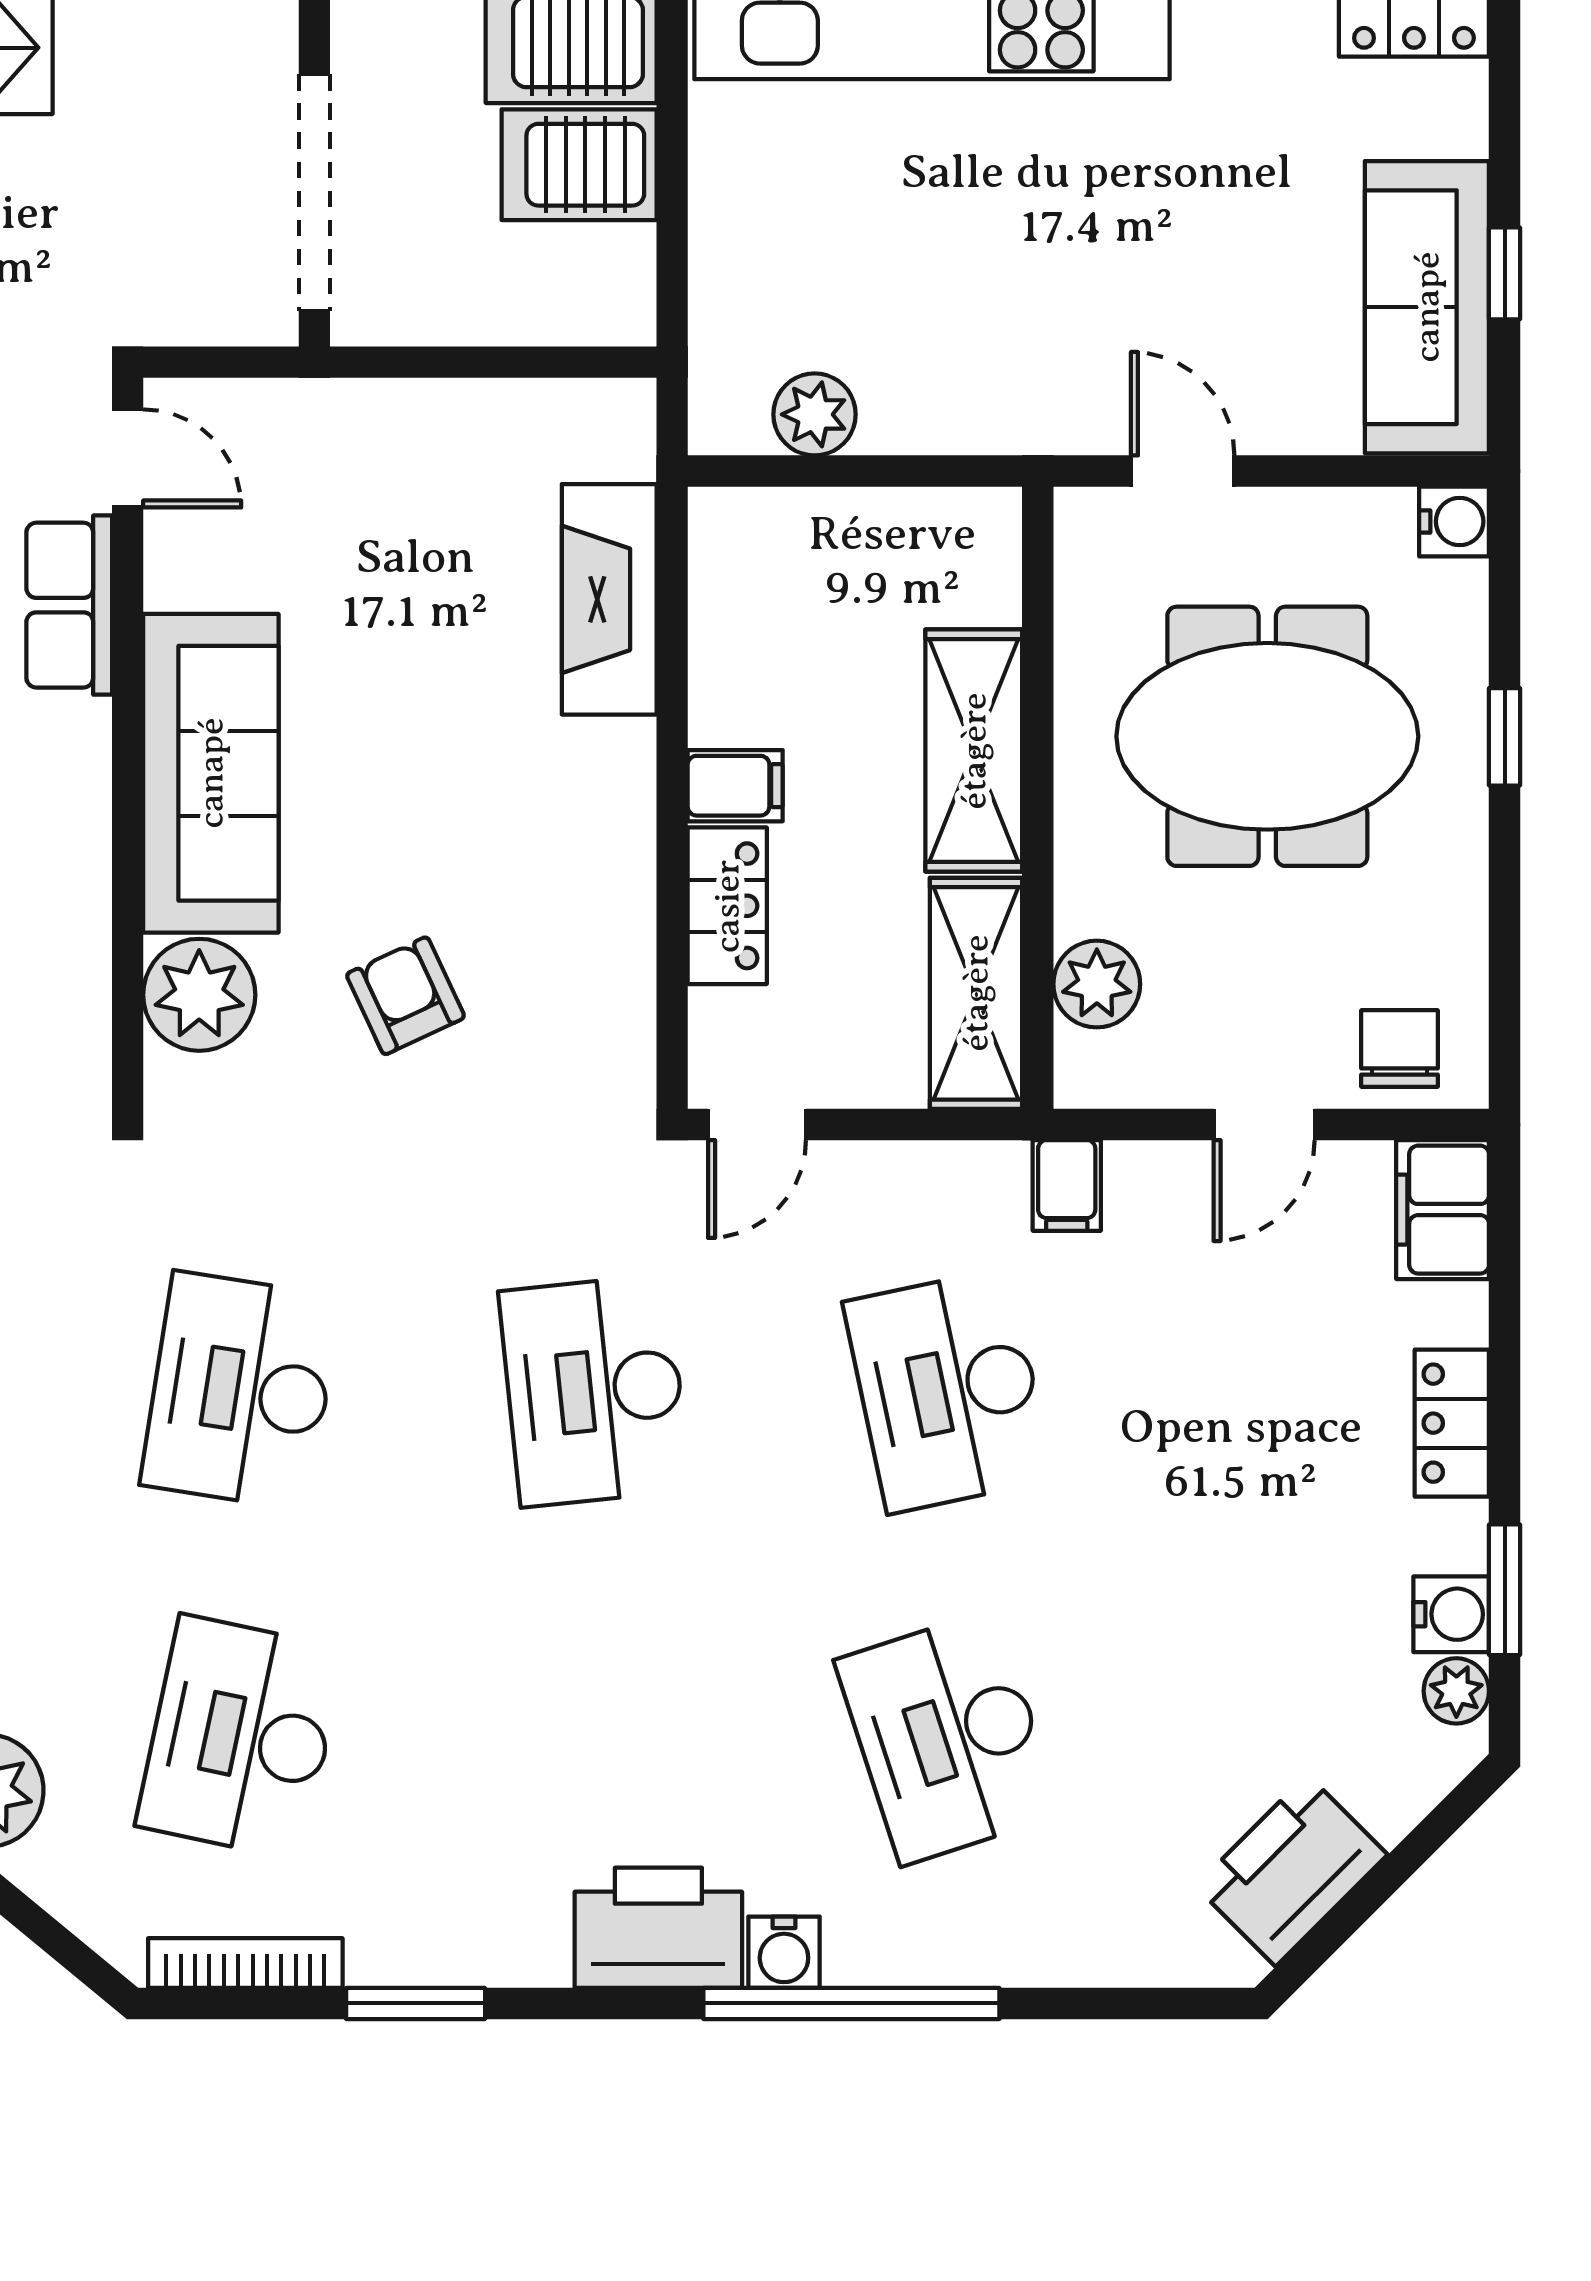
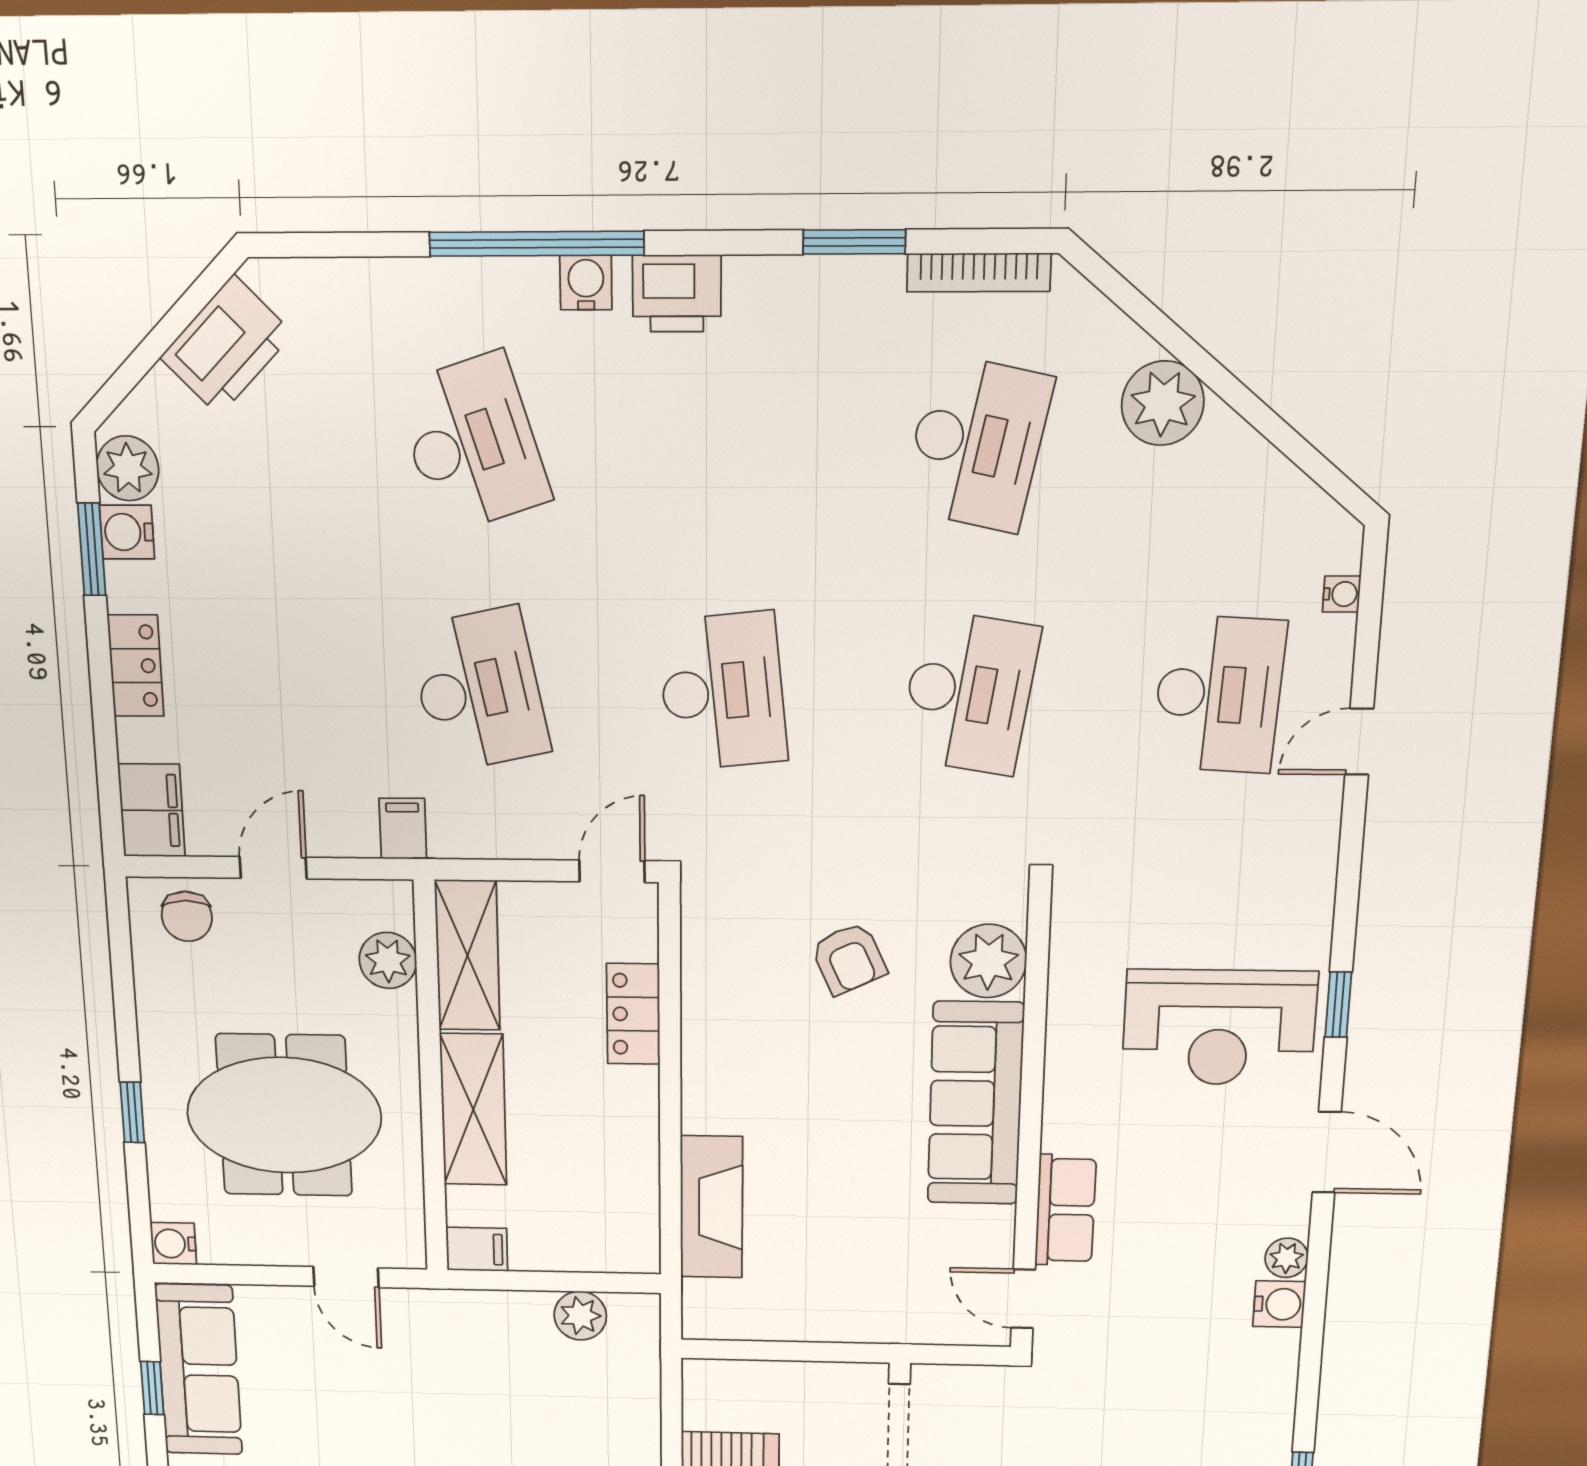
filing cabinet: (735, 786) -> (477, 1249), moved, turned 180
plant: (1456, 1691) -> (128, 468), width x1.38, depth x1.38
printer: (658, 1928) -> (677, 293), width x0.73, depth x0.84

